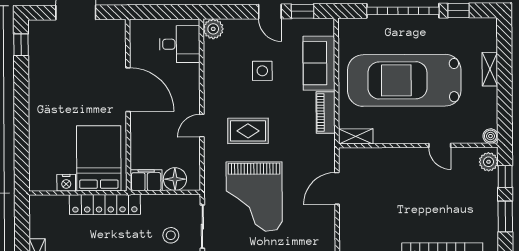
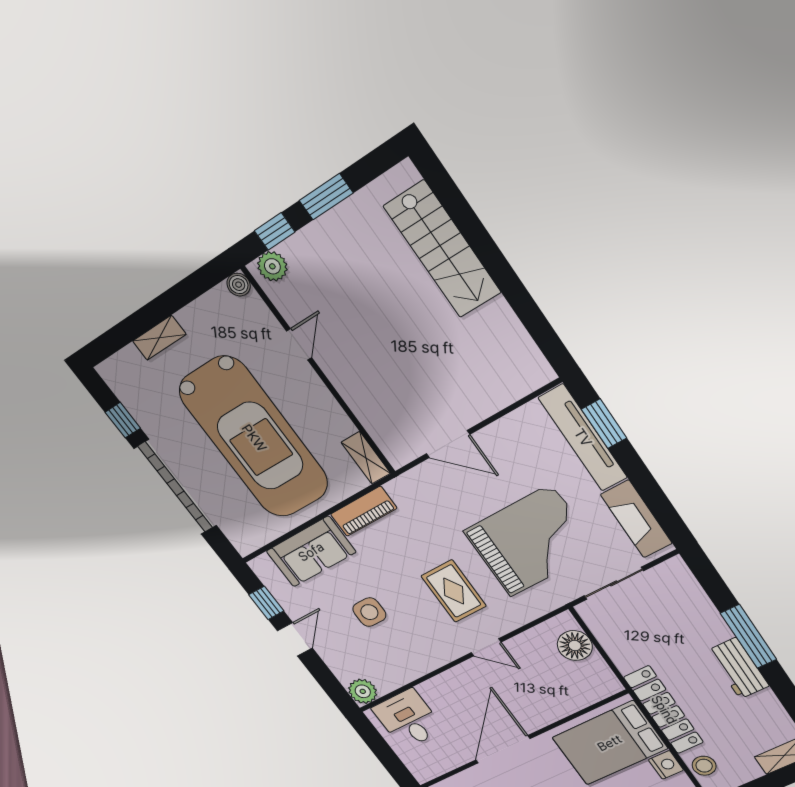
filing cabinet: (146, 180) -> (600, 678), removed
stool: (171, 235) -> (704, 766), moved

